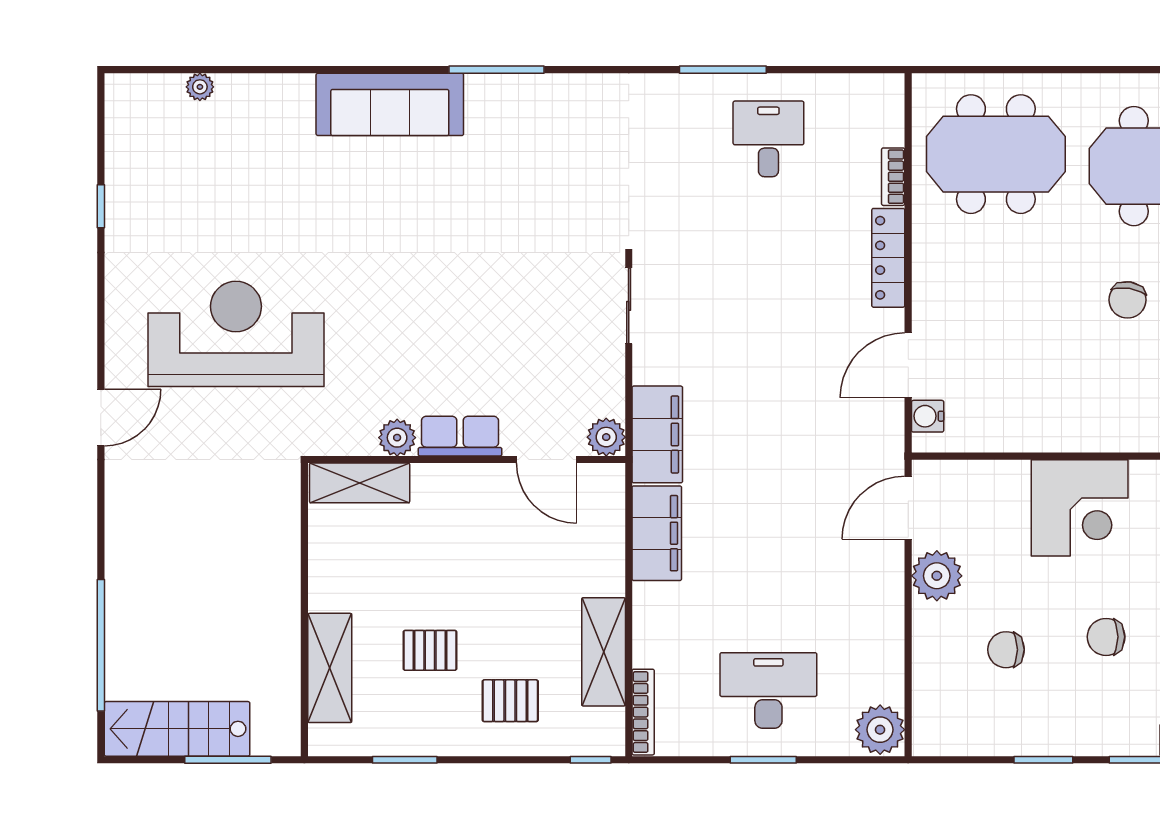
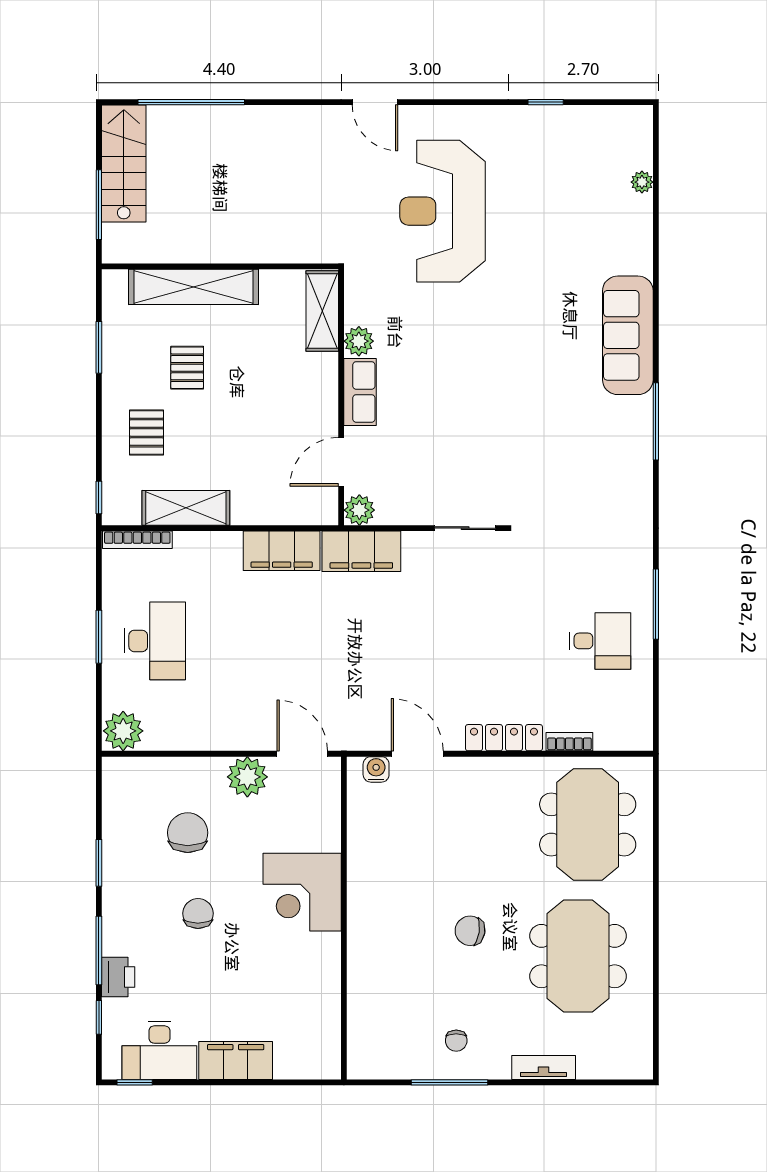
reception desk: (236, 334) -> (443, 211), turned 180
chair: (1006, 650) -> (188, 833), width x1.37, depth x1.37
shelving: (330, 668) -> (194, 287), width x1.47

